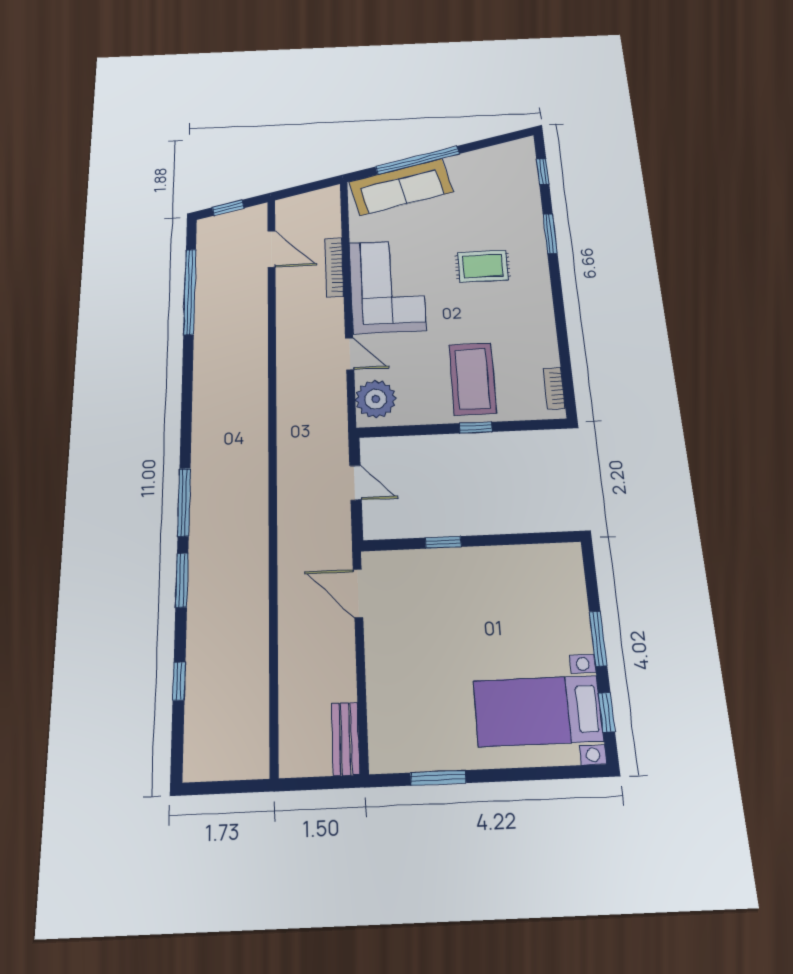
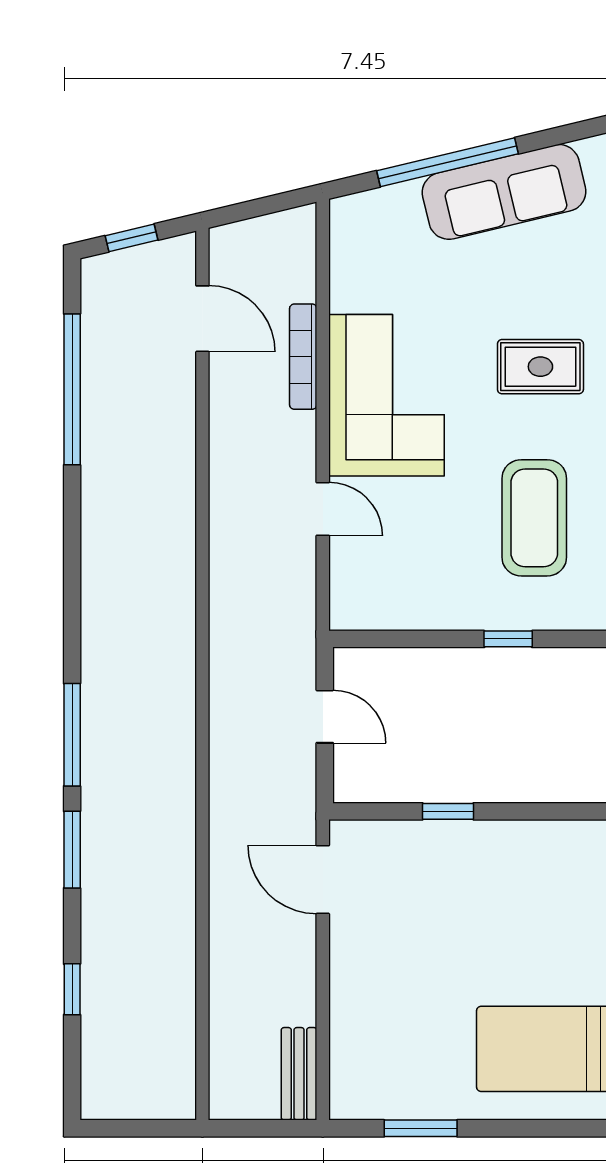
sofa: (401, 187) -> (504, 192), moved
coffee table: (473, 379) -> (534, 518), moved
plant: (376, 399) -> (360, 586), removed

